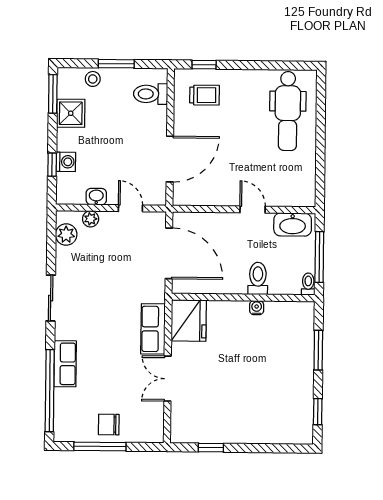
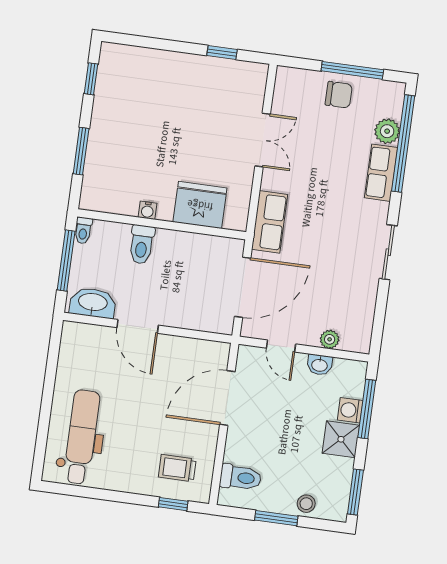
shower: (71, 113) -> (341, 439), moved
window: (52, 165) -> (367, 409), width x2.17
door: (253, 209) -> (138, 326), width x1.38
plant: (66, 235) -> (387, 131), moved
door: (169, 253) -> (243, 287), swing flipped
fridge: (189, 321) -> (200, 205), moved, turned 90
row of seats: (153, 329) -> (270, 222), moved

